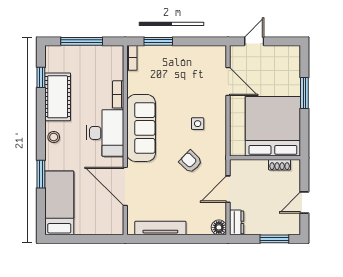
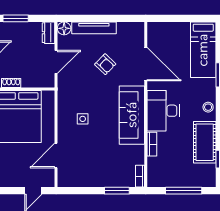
door: (228, 82) -> (56, 156), hinge flipped
armchair: (191, 162) -> (105, 64), moved
tv unit: (160, 228) -> (94, 28), moved

